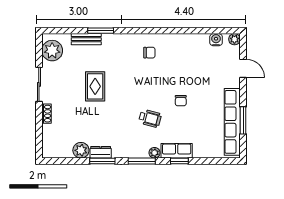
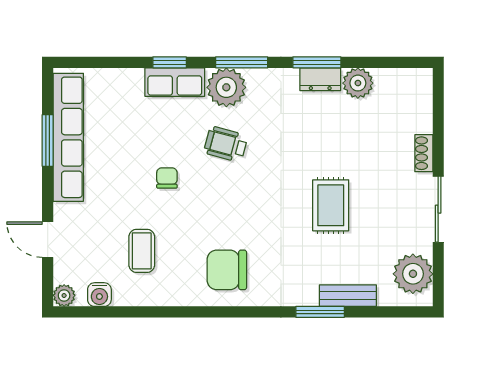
chair: (149, 53) -> (227, 270), width x1.87, depth x1.87
coffee table: (194, 63) -> (142, 251), added
plant: (154, 153) -> (226, 87), width x1.88, depth x1.88

